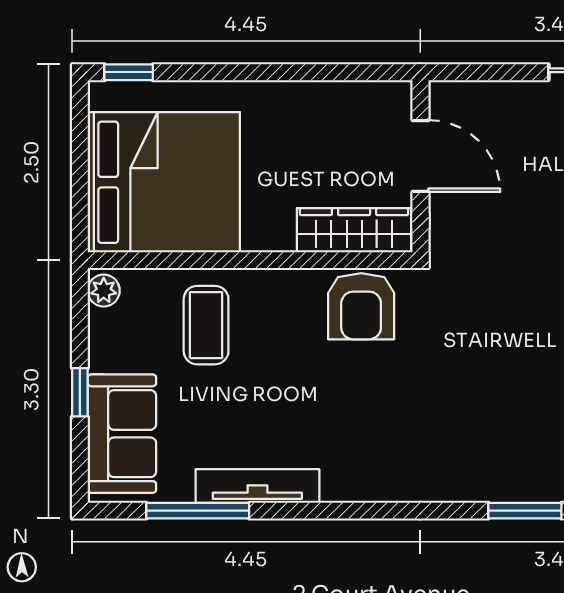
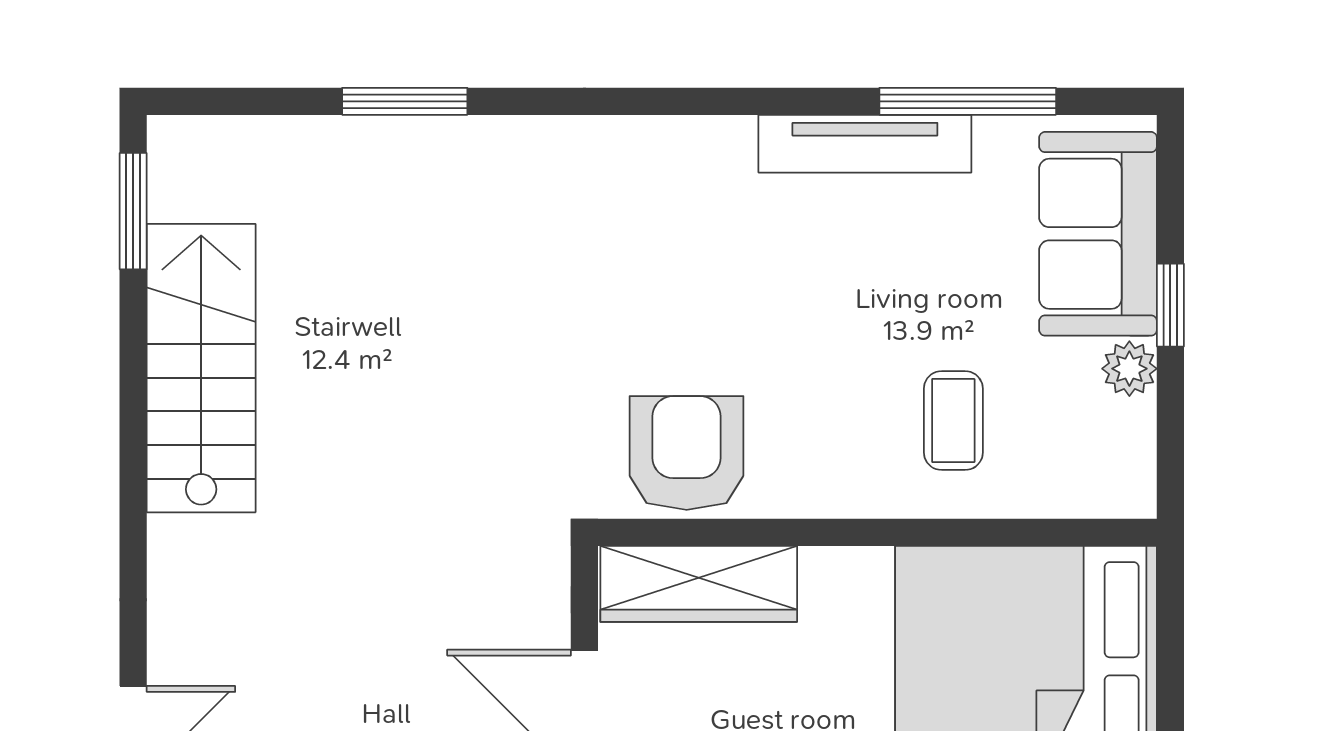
plant: (104, 291) -> (1129, 369), moved
coffee table: (206, 325) -> (953, 421), width x0.73, depth x0.77

